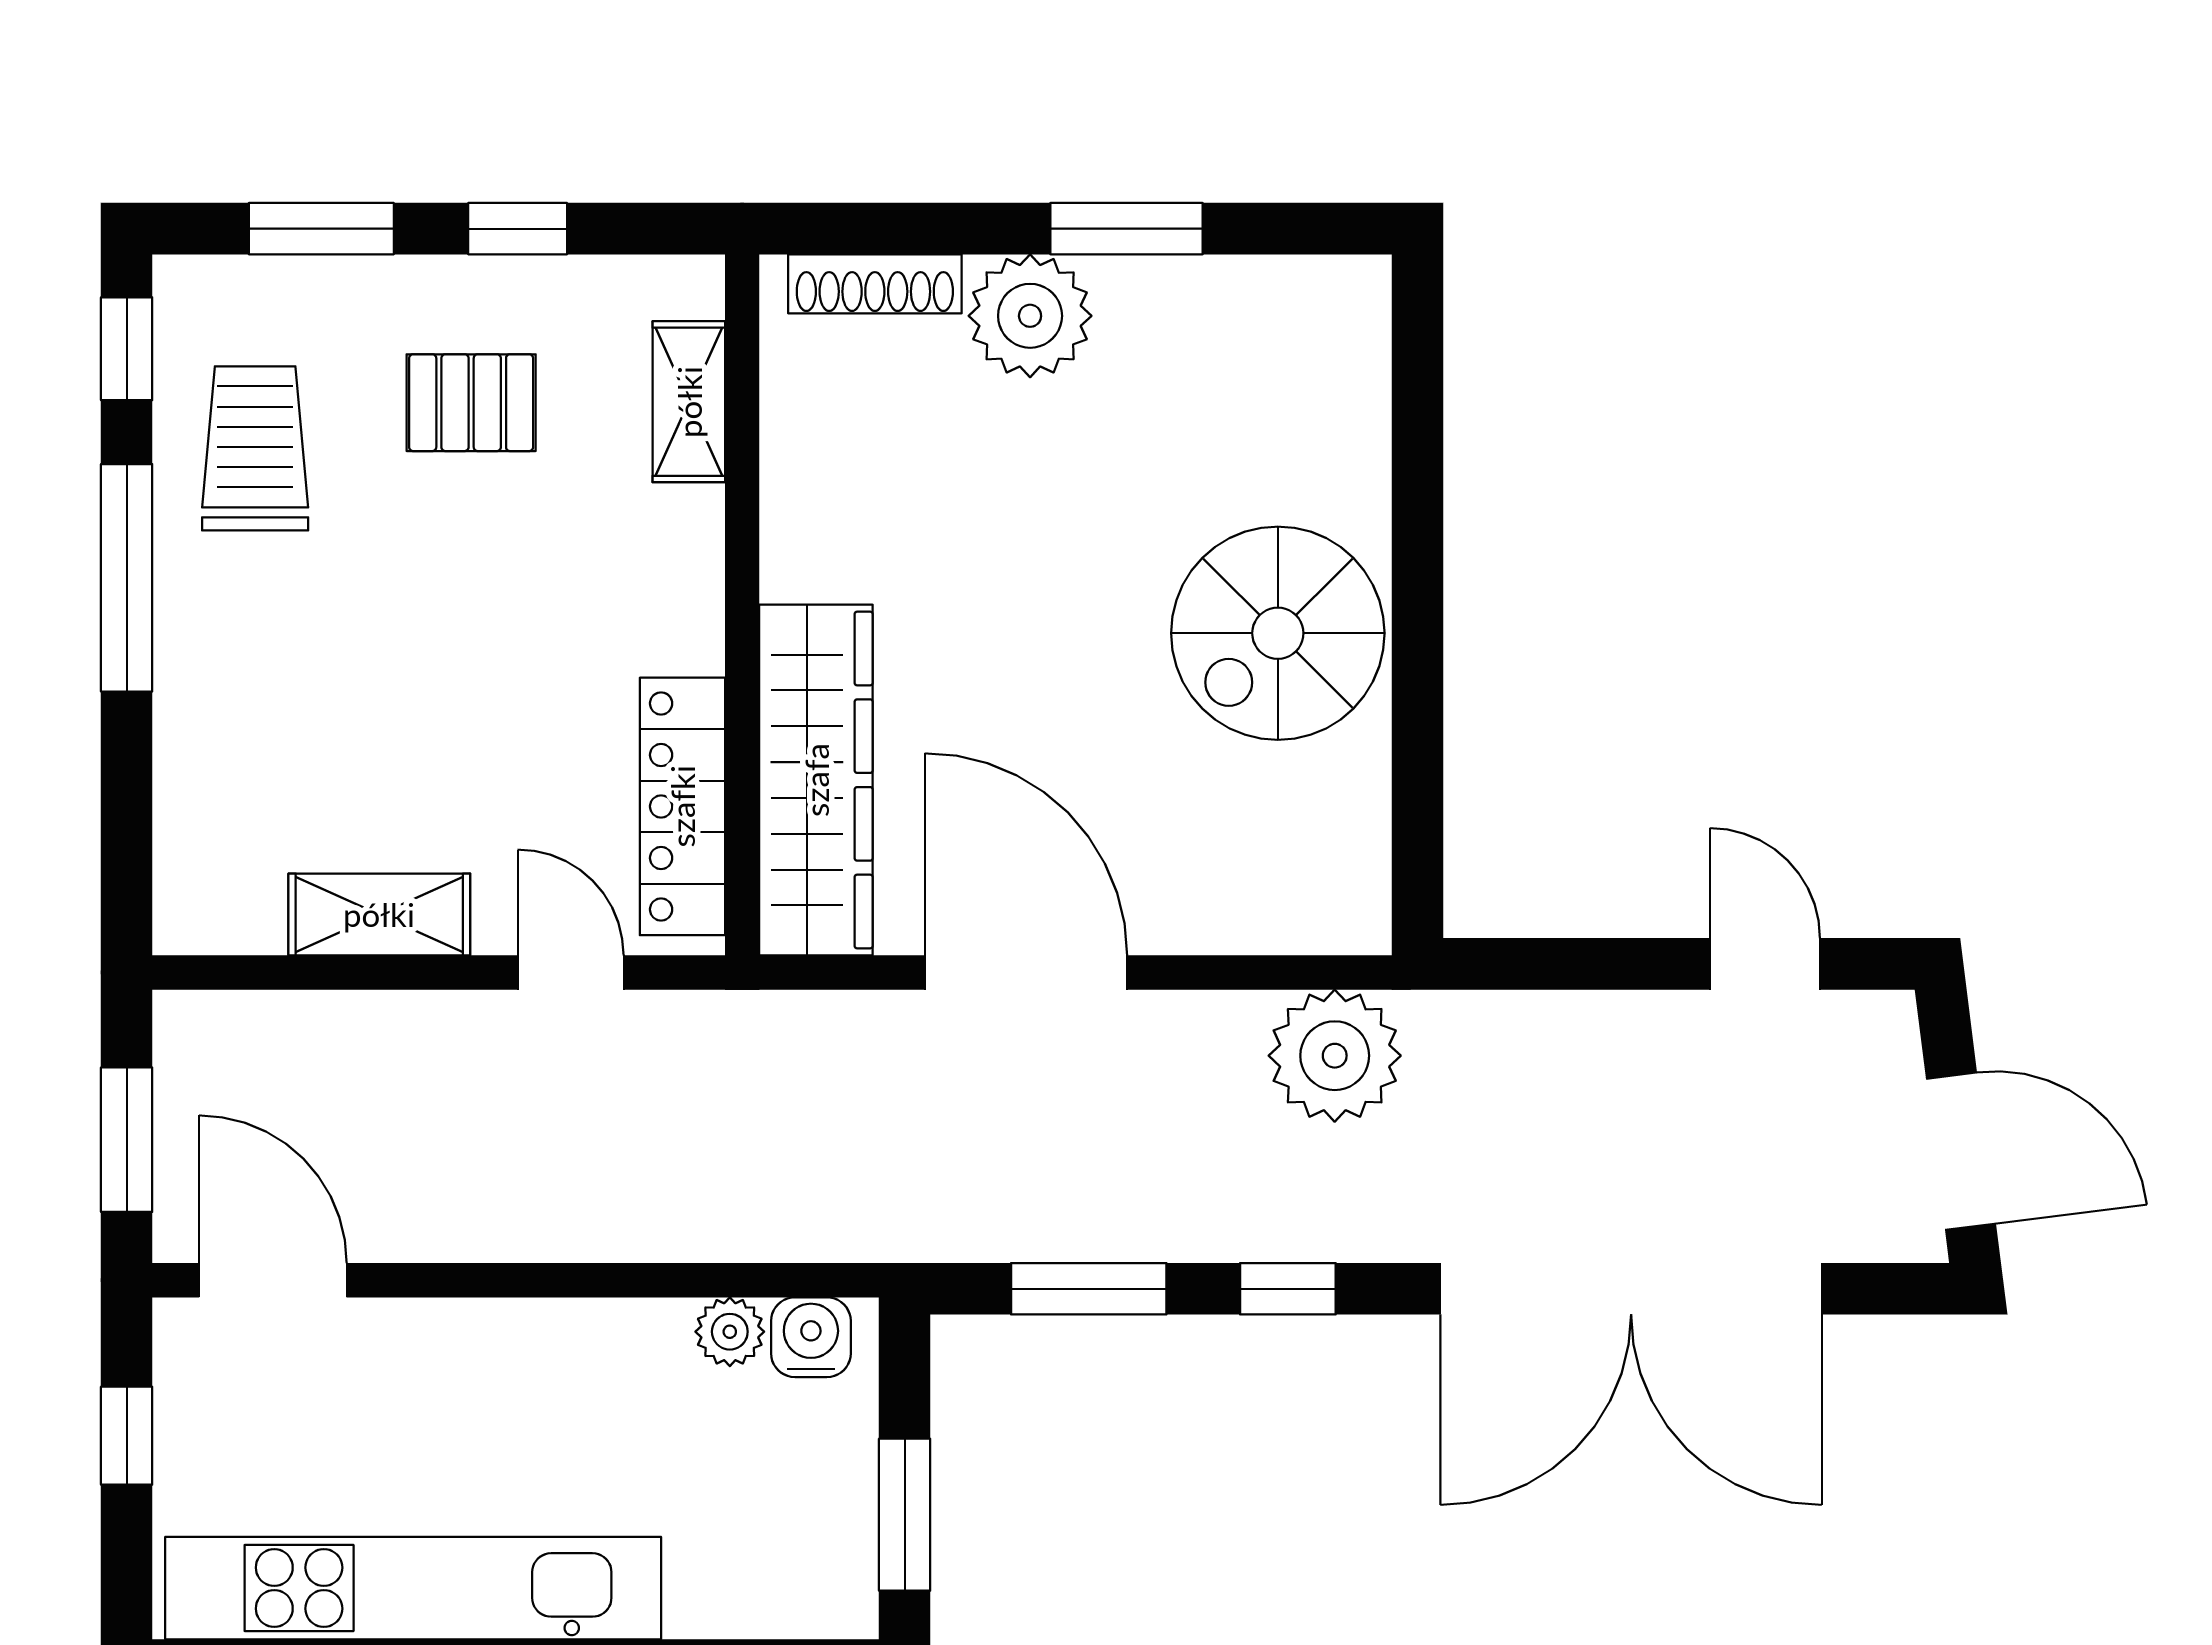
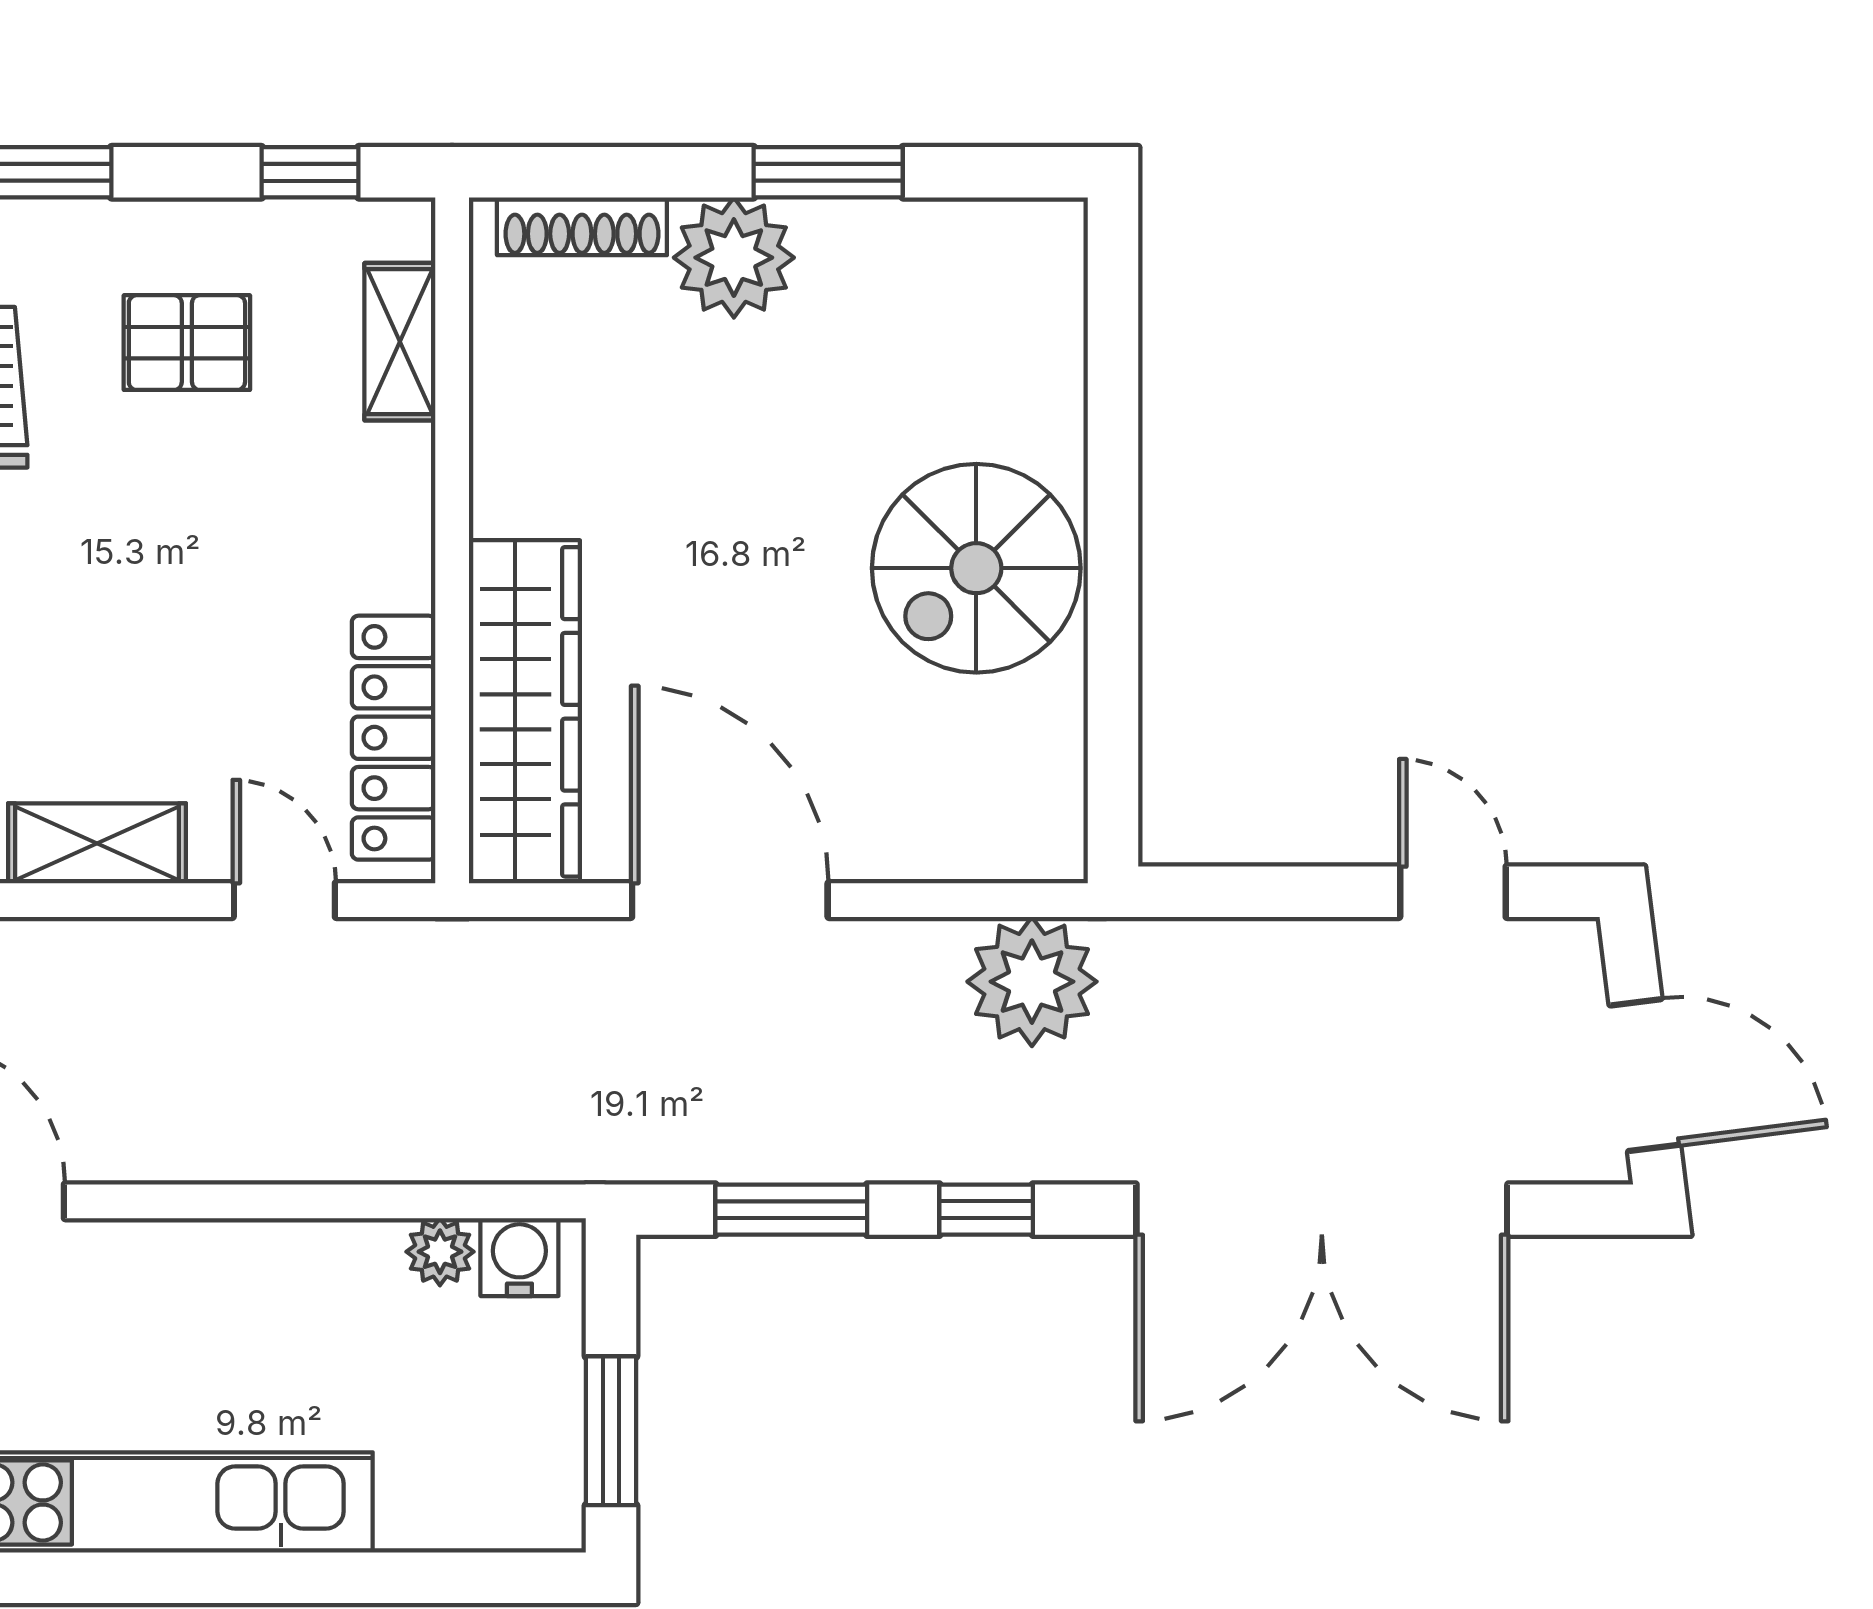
window: (518, 229) -> (310, 172), moved

